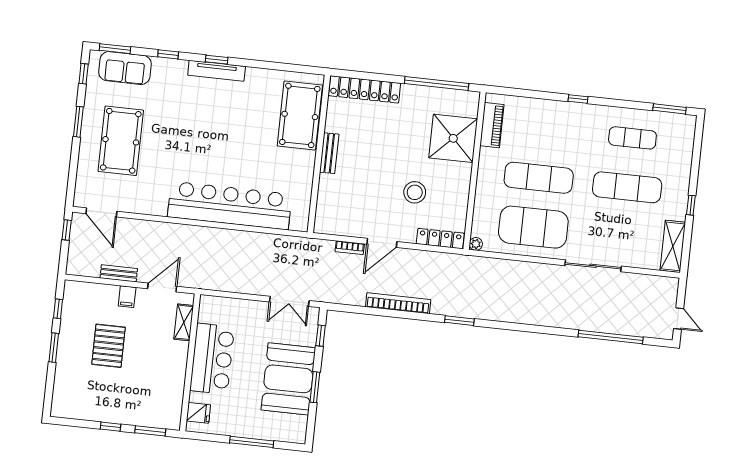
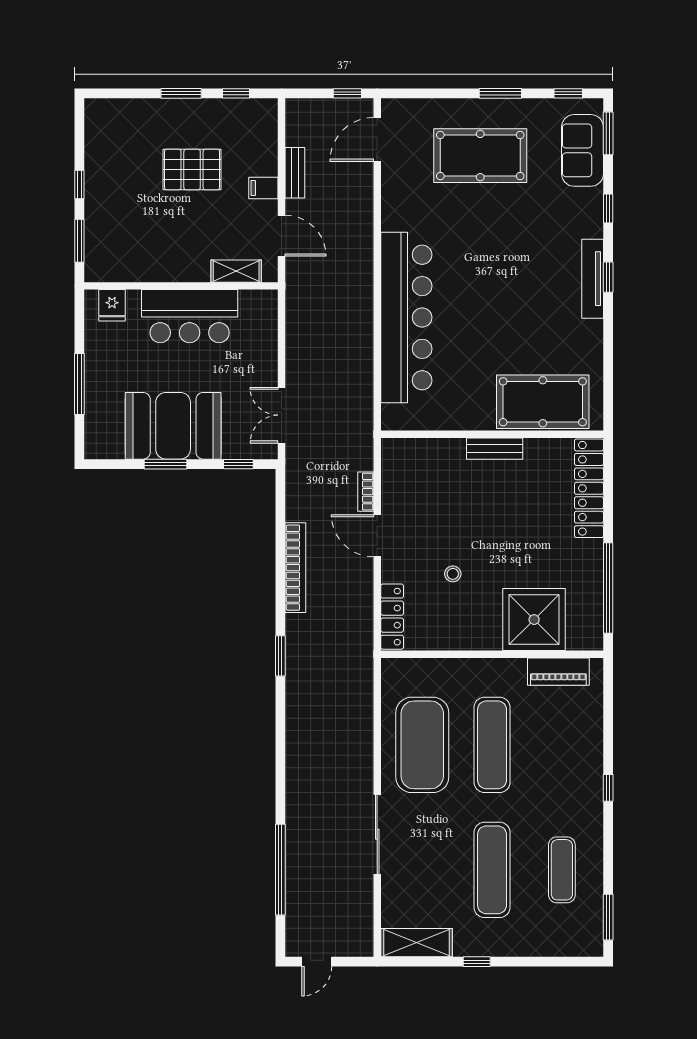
stool: (415, 192) -> (453, 574), width x0.53, depth x0.53
plant: (476, 244) -> (390, 667), removed

